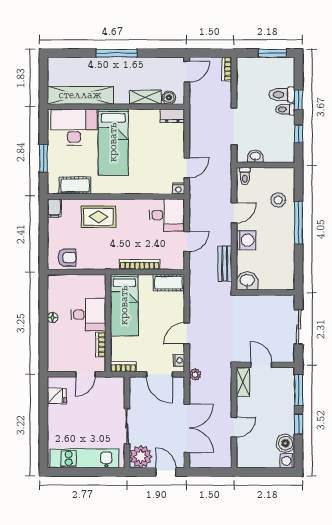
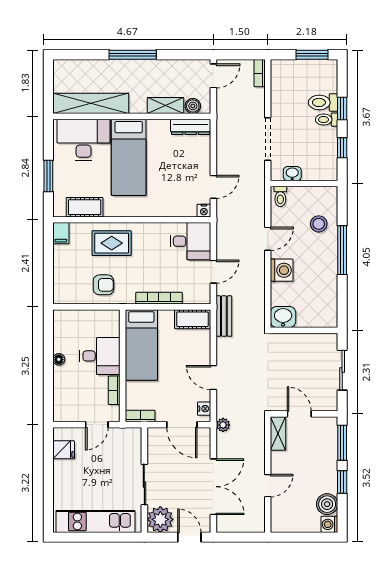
dresser: (172, 116) -> (191, 127), width x1.44
armchair: (67, 258) -> (103, 285), moved
bench: (225, 264) -> (224, 316), moved
door: (187, 333) -> (213, 377), hinge flipped

